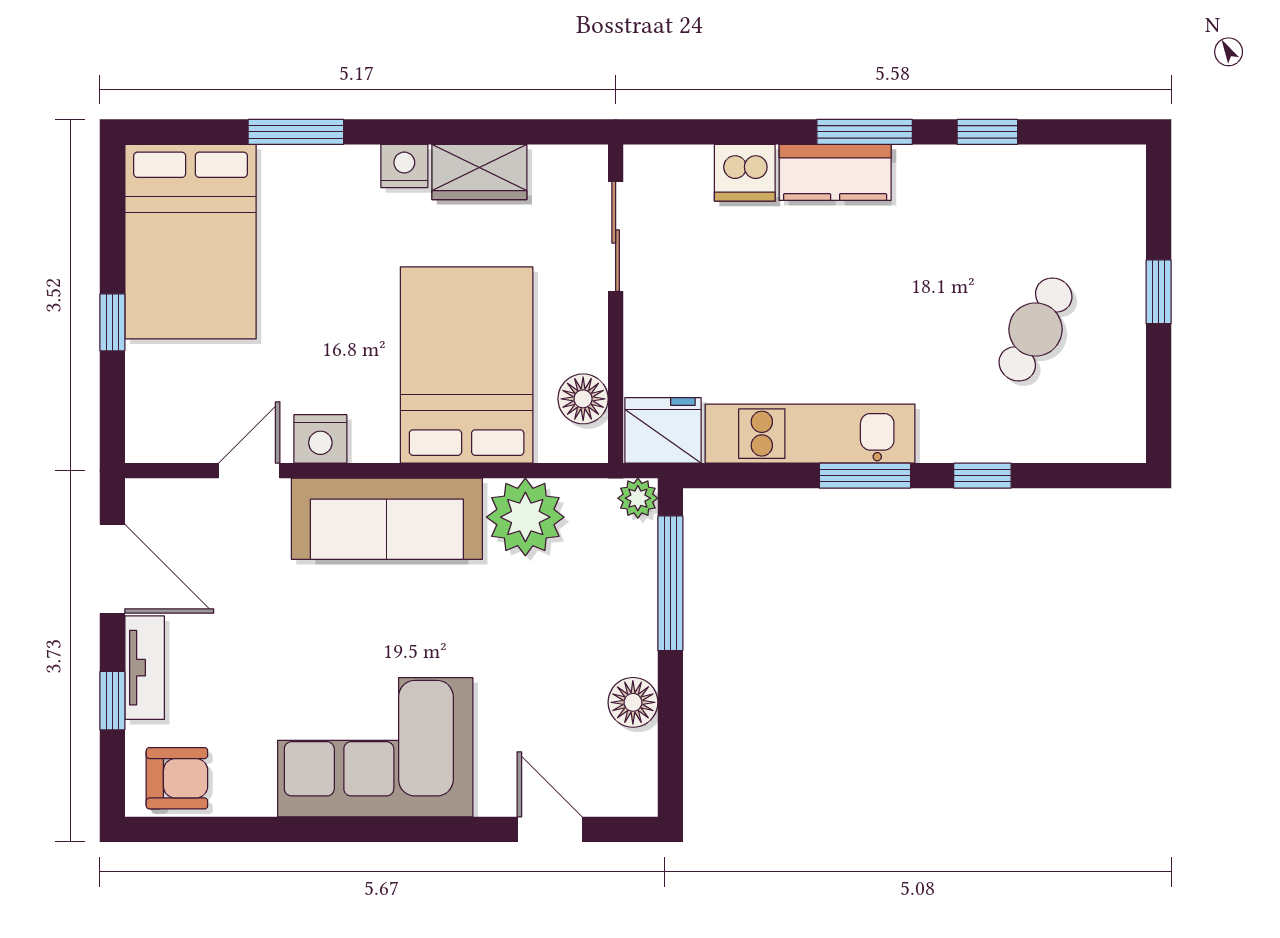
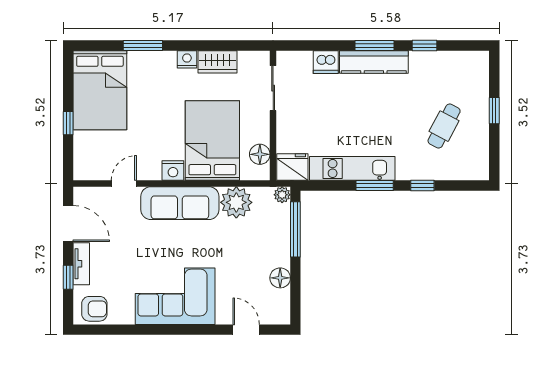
kitchen counter: (835, 172) -> (374, 62), width x1.50
nightstand: (320, 439) -> (173, 171), moved

